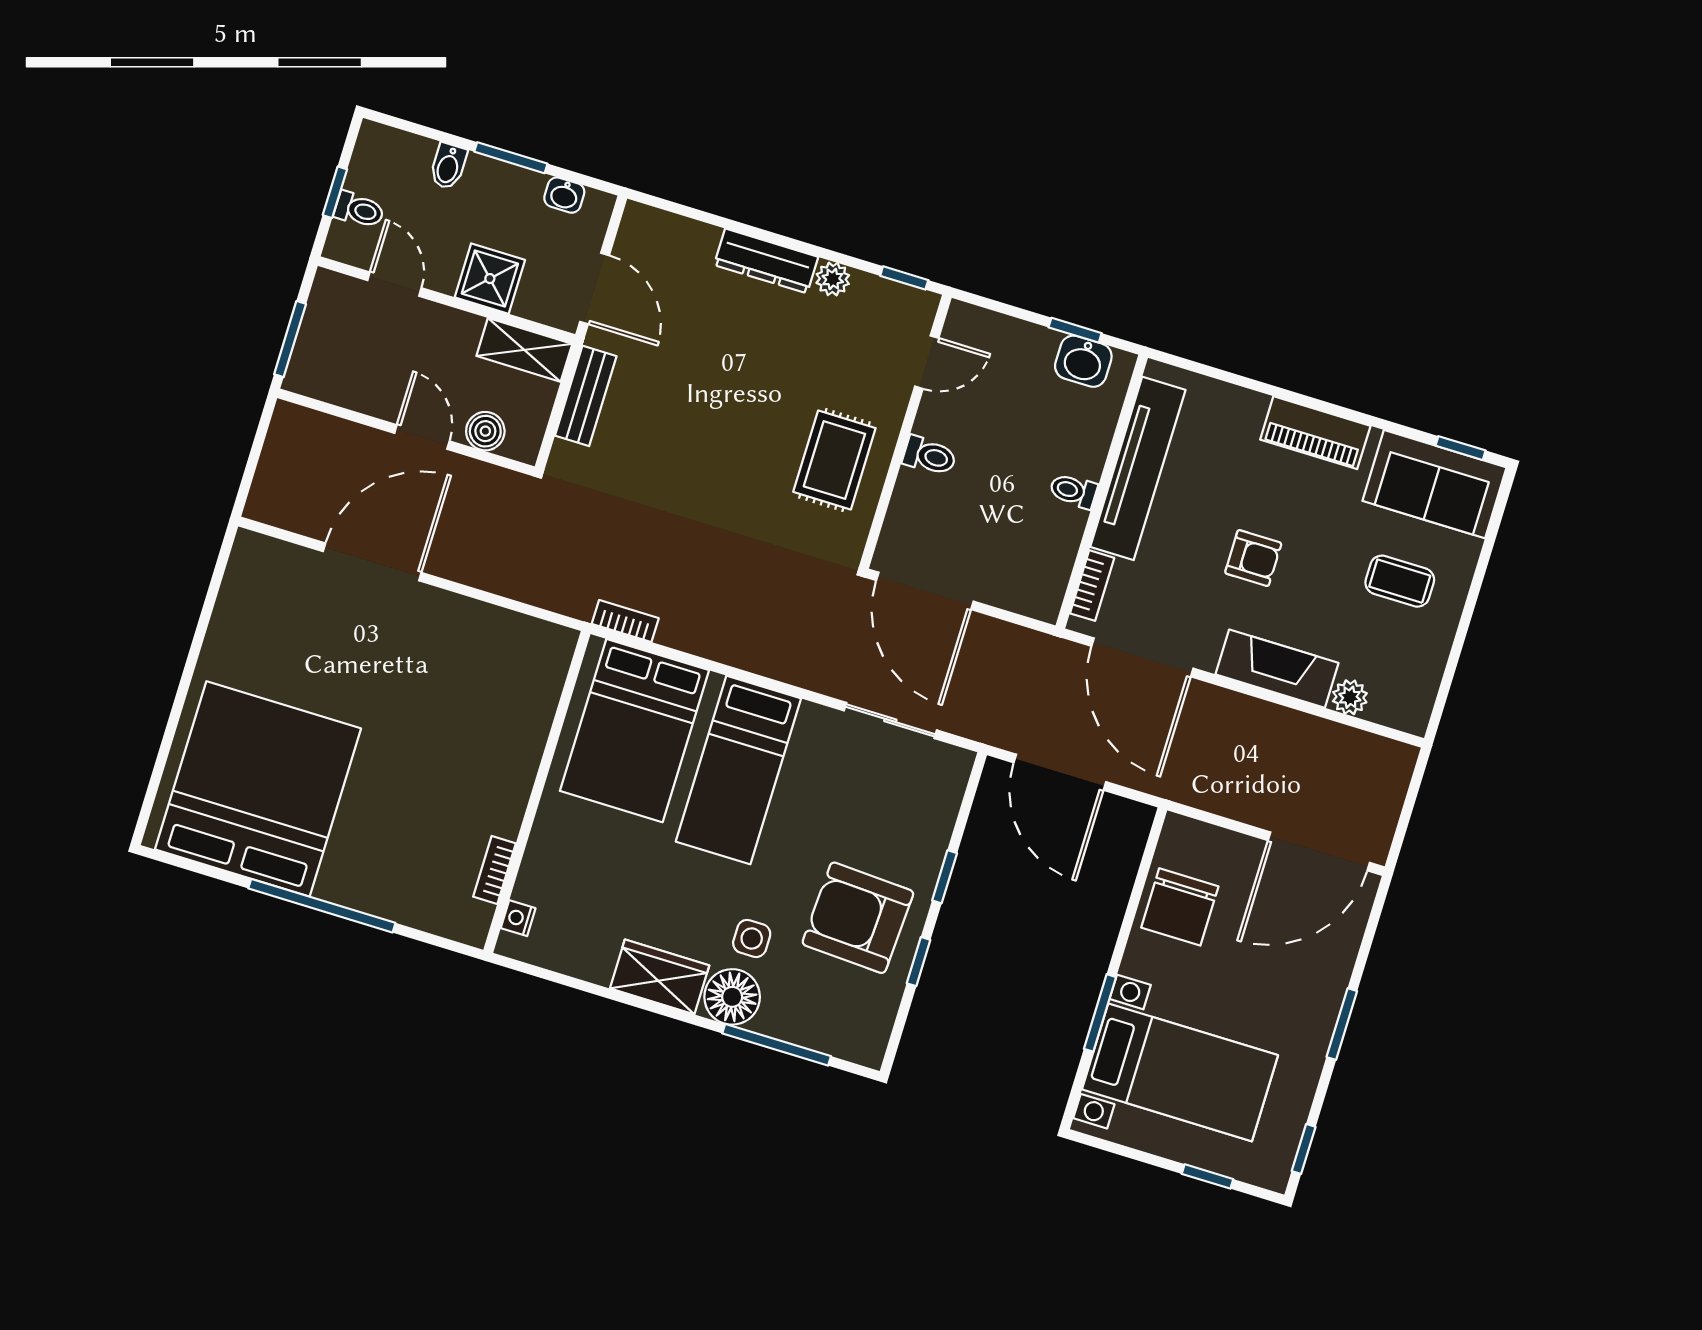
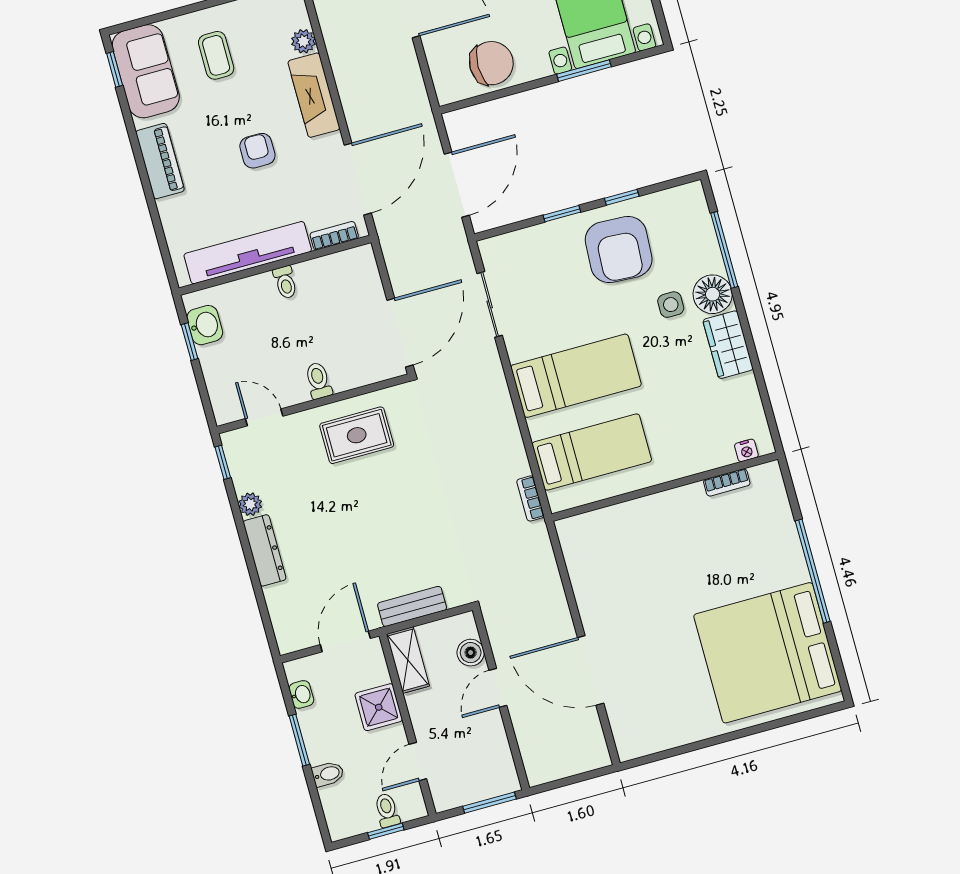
bed: (634, 731) -> (592, 452), width x0.67

